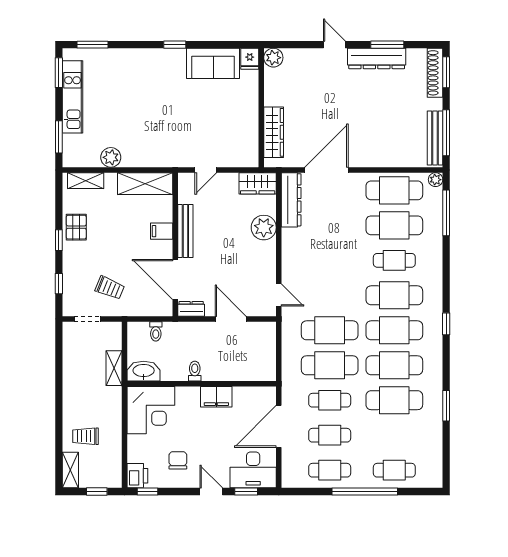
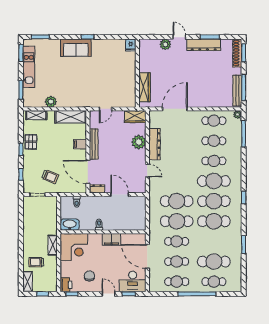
plant: (273, 58) -> (165, 44), moved
sofa: (213, 63) -> (76, 48), moved
cafe table: (394, 190) -> (214, 121), width x0.73, depth x0.74
dresser: (291, 200) -> (154, 144), moved
cafe table: (394, 225) -> (214, 141), width x0.73, depth x0.74
door: (279, 295) -> (147, 171), moved
shelving: (114, 368) -> (53, 245), moved
cafe table: (394, 400) -> (214, 262), moved
door: (279, 426) -> (147, 256), hinge flipped

